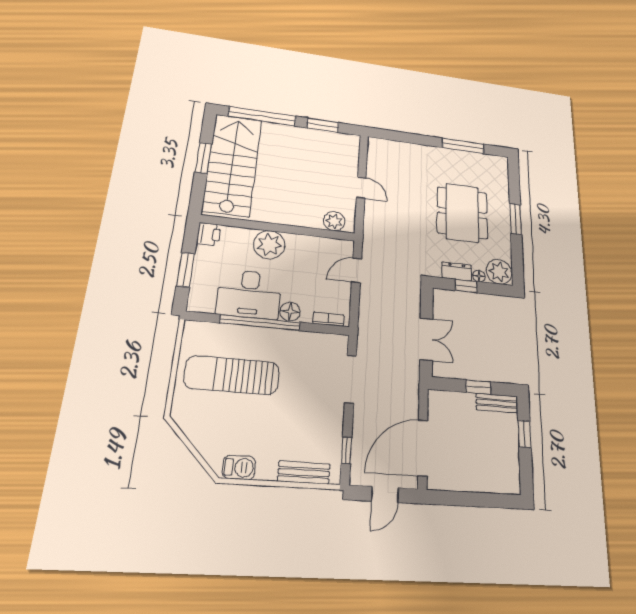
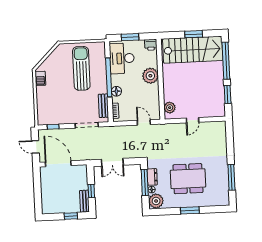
window: (466, 286) -> (145, 183), width x2.17
desk: (249, 294) -> (122, 58), moved
bench: (304, 473) -> (103, 106), moved

